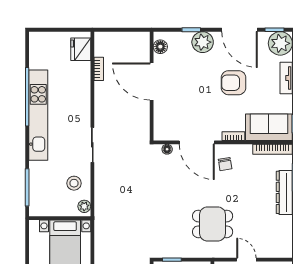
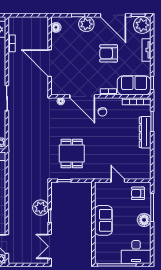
door: (152, 82) -> (50, 63), moved
dining table: (213, 224) -> (72, 154), moved, turned 90

